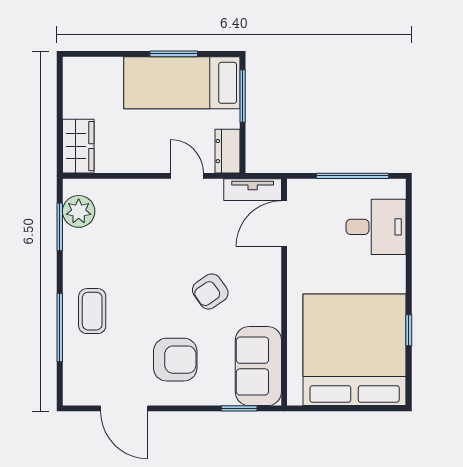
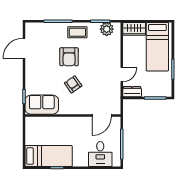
bed: (182, 83) -> (157, 47), moved, turned 180
tv unit: (253, 190) -> (116, 102), removed
door: (284, 224) -> (102, 115), swing flipped
coffee table: (92, 311) -> (77, 32), moved
bed: (355, 350) -> (49, 156), width x0.49
armchair: (175, 360) -> (69, 57), moved

